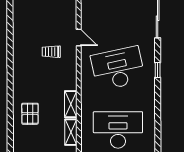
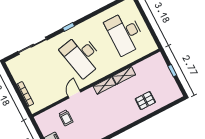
trolley: (51, 52) -> (66, 118), moved
shelving: (71, 132) -> (104, 85), moved

